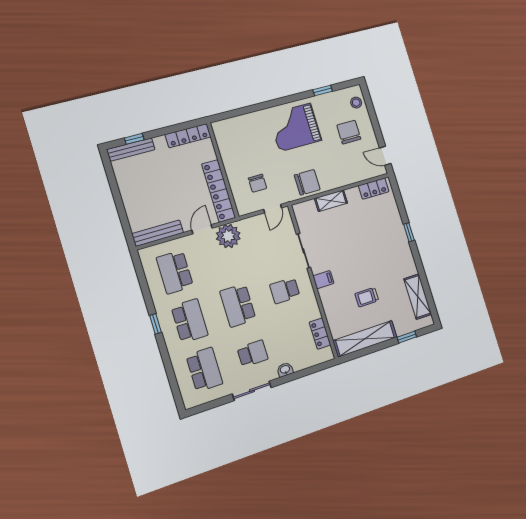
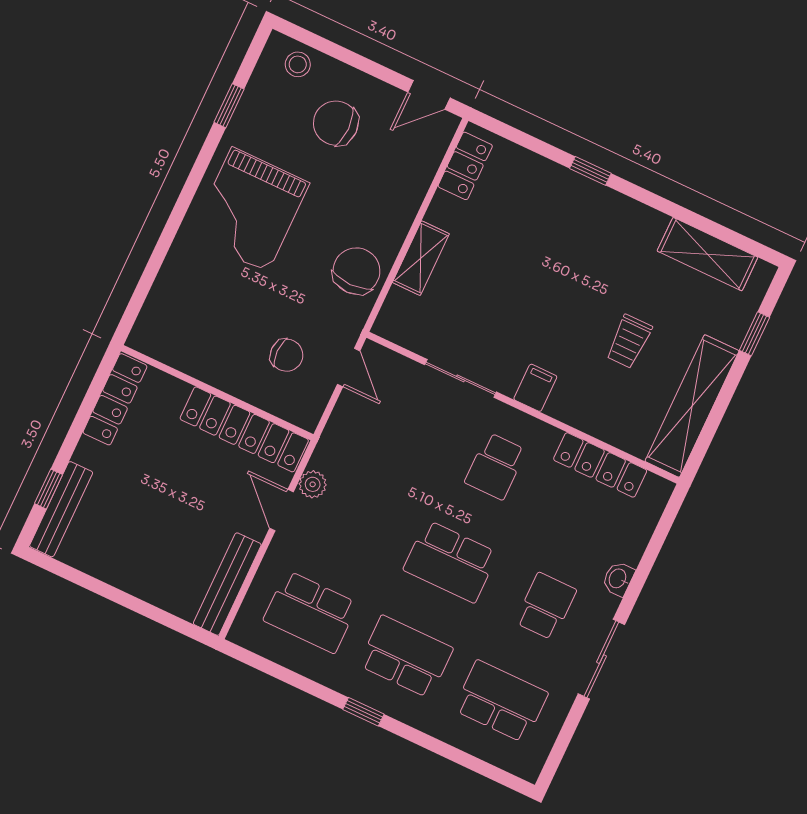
plant: (228, 236) -> (313, 484), width x0.53, depth x0.53
locker: (320, 334) -> (600, 465), width x1.53

